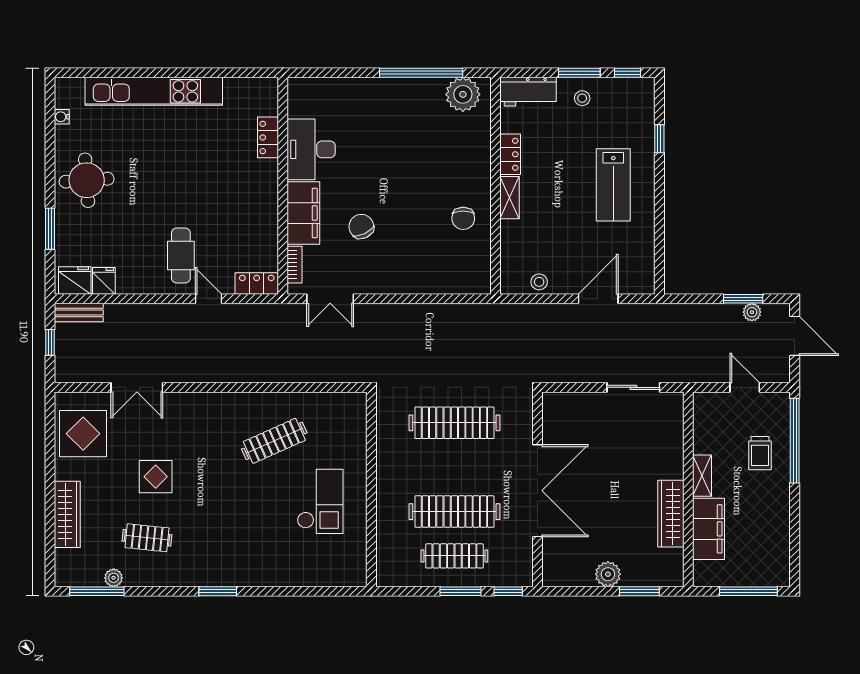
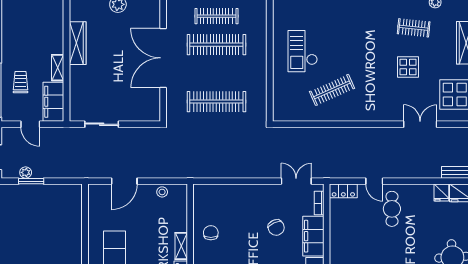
filing cabinet: (709, 529) -> (53, 102), moved

